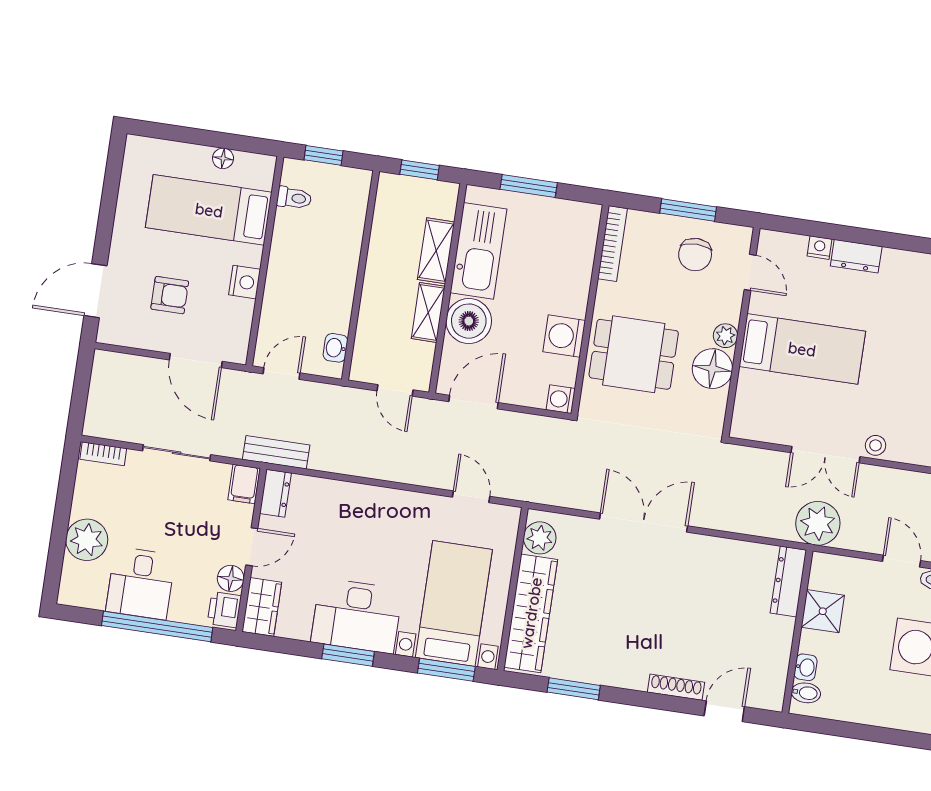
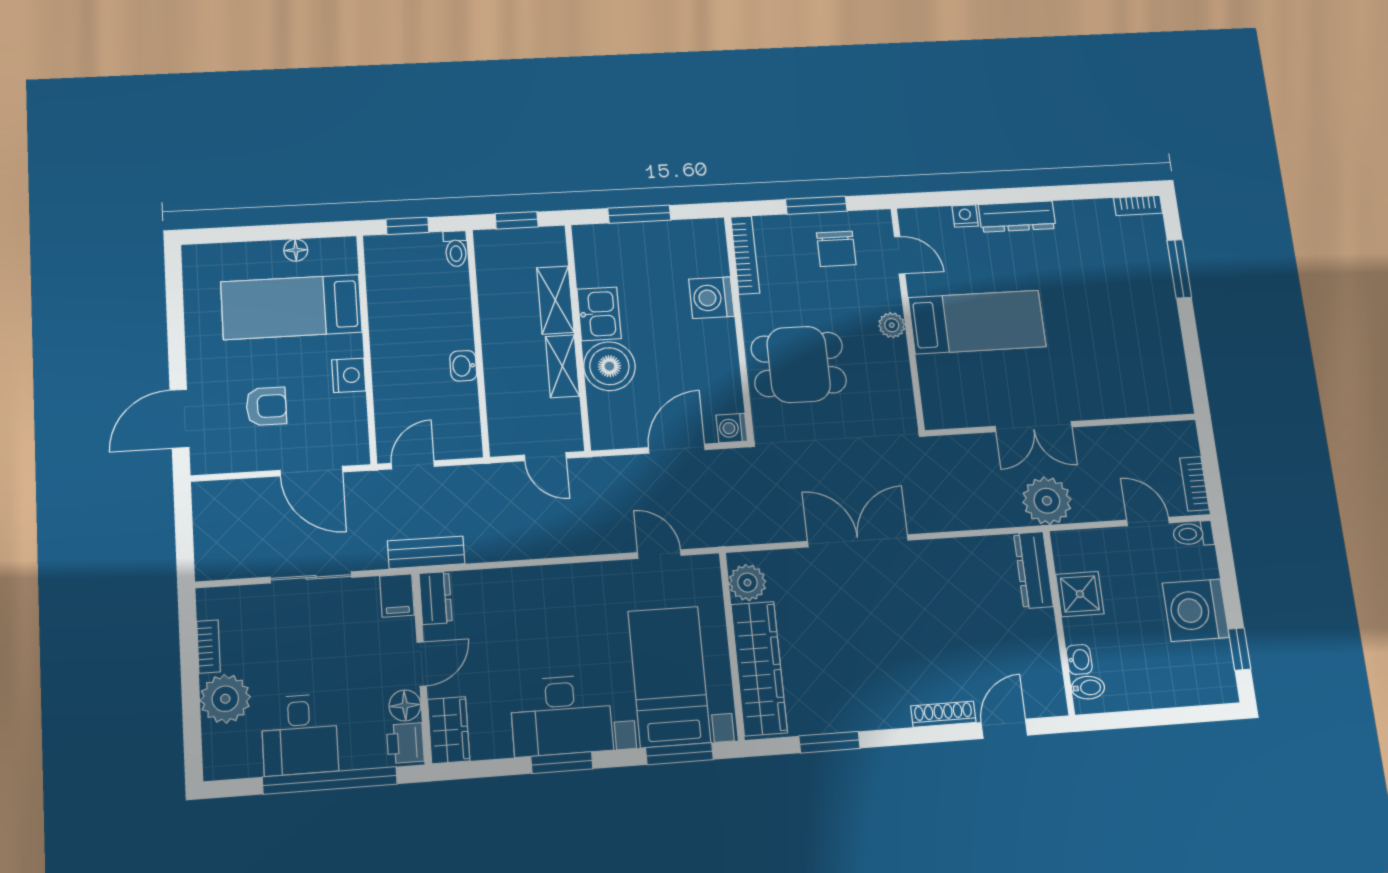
toilet: (294, 198) -> (456, 249), moved, turned 90
kitchen sink: (478, 251) -> (599, 314), width x0.53, depth x0.81
dresser: (856, 256) -> (1017, 217), width x1.44
washing machine: (564, 336) -> (712, 298), moved
washbasin: (335, 348) -> (463, 366), moved
floor lamp: (712, 369) -> (887, 362), removed
door: (473, 402) -> (677, 449), moved
stool: (876, 445) -> (1084, 406), removed
bookcase: (103, 454) -> (209, 646), moved, turned -90

